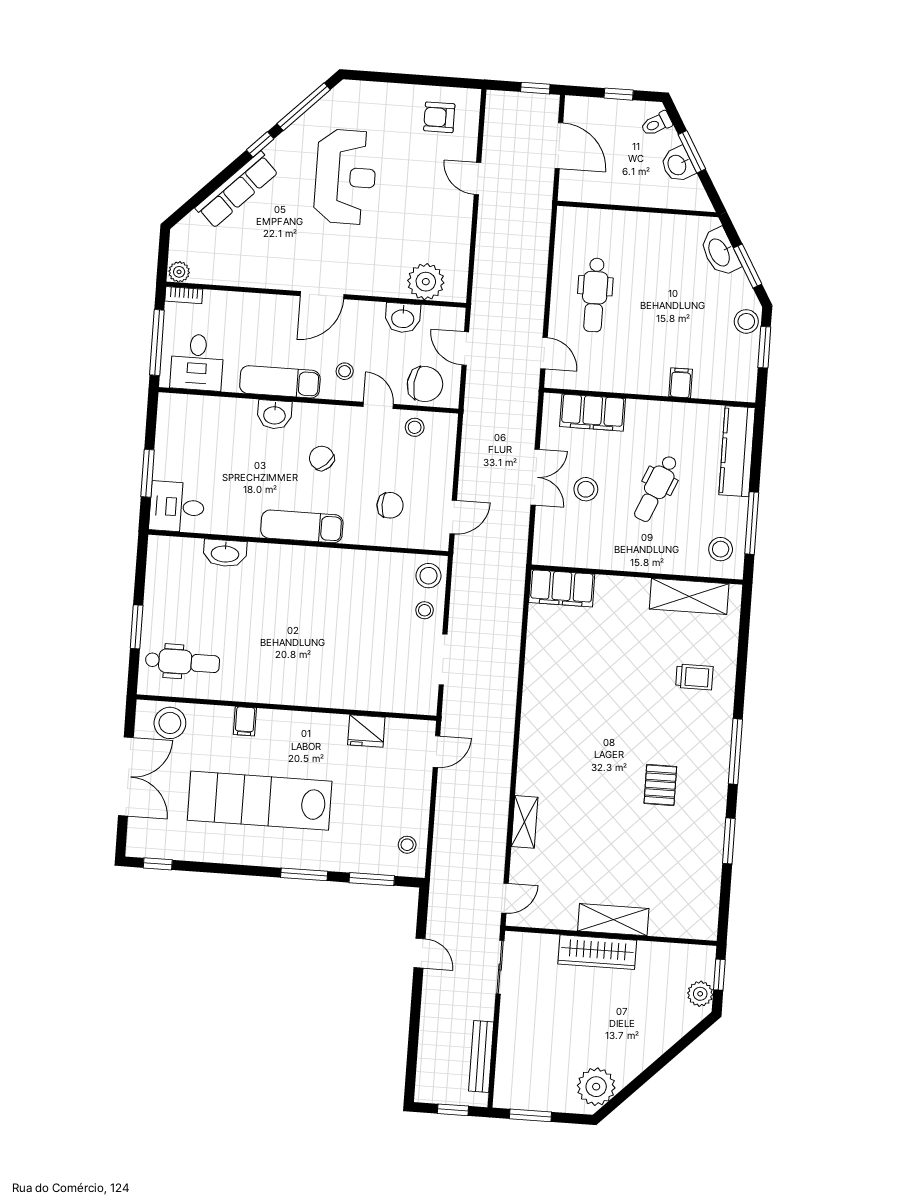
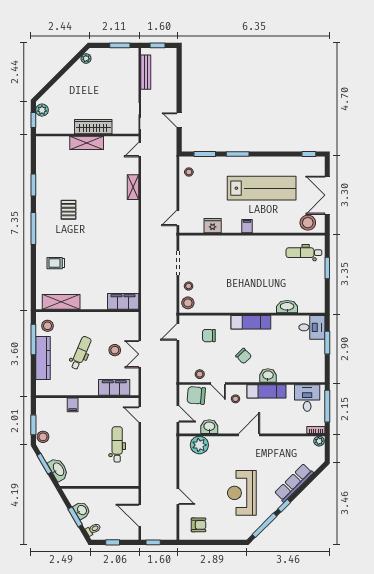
kitchen counter: (737, 451) -> (43, 358), moved
filing cabinet: (245, 721) -> (247, 226), moved
plant: (596, 1087) -> (86, 58), width x0.53, depth x0.53

